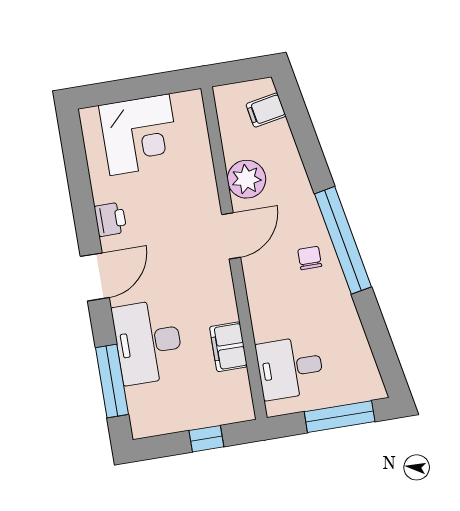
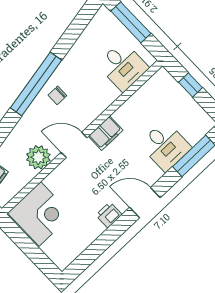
corner desk: (140, 135) -> (40, 214), moved, turned 90
desk: (148, 342) -> (165, 146), width x0.73
filing cabinet: (229, 347) -> (106, 133), moved

